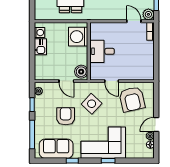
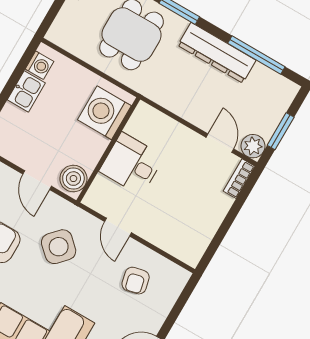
armchair: (132, 99) -> (136, 281), width x0.53, depth x0.53

